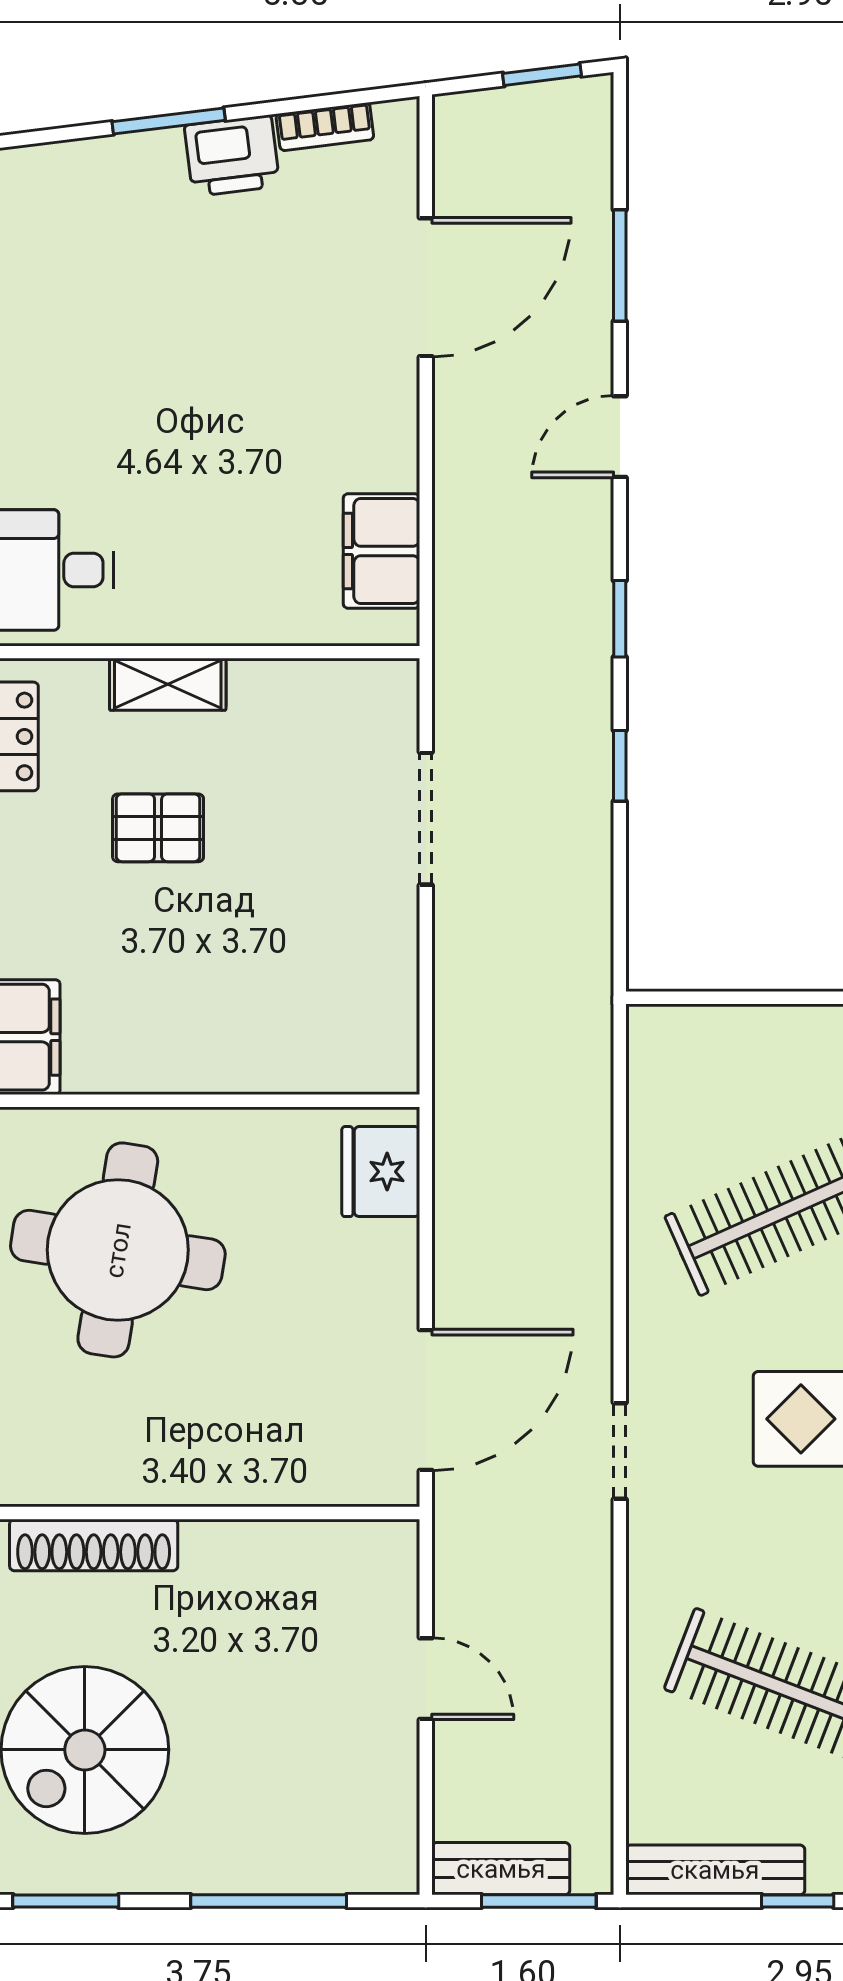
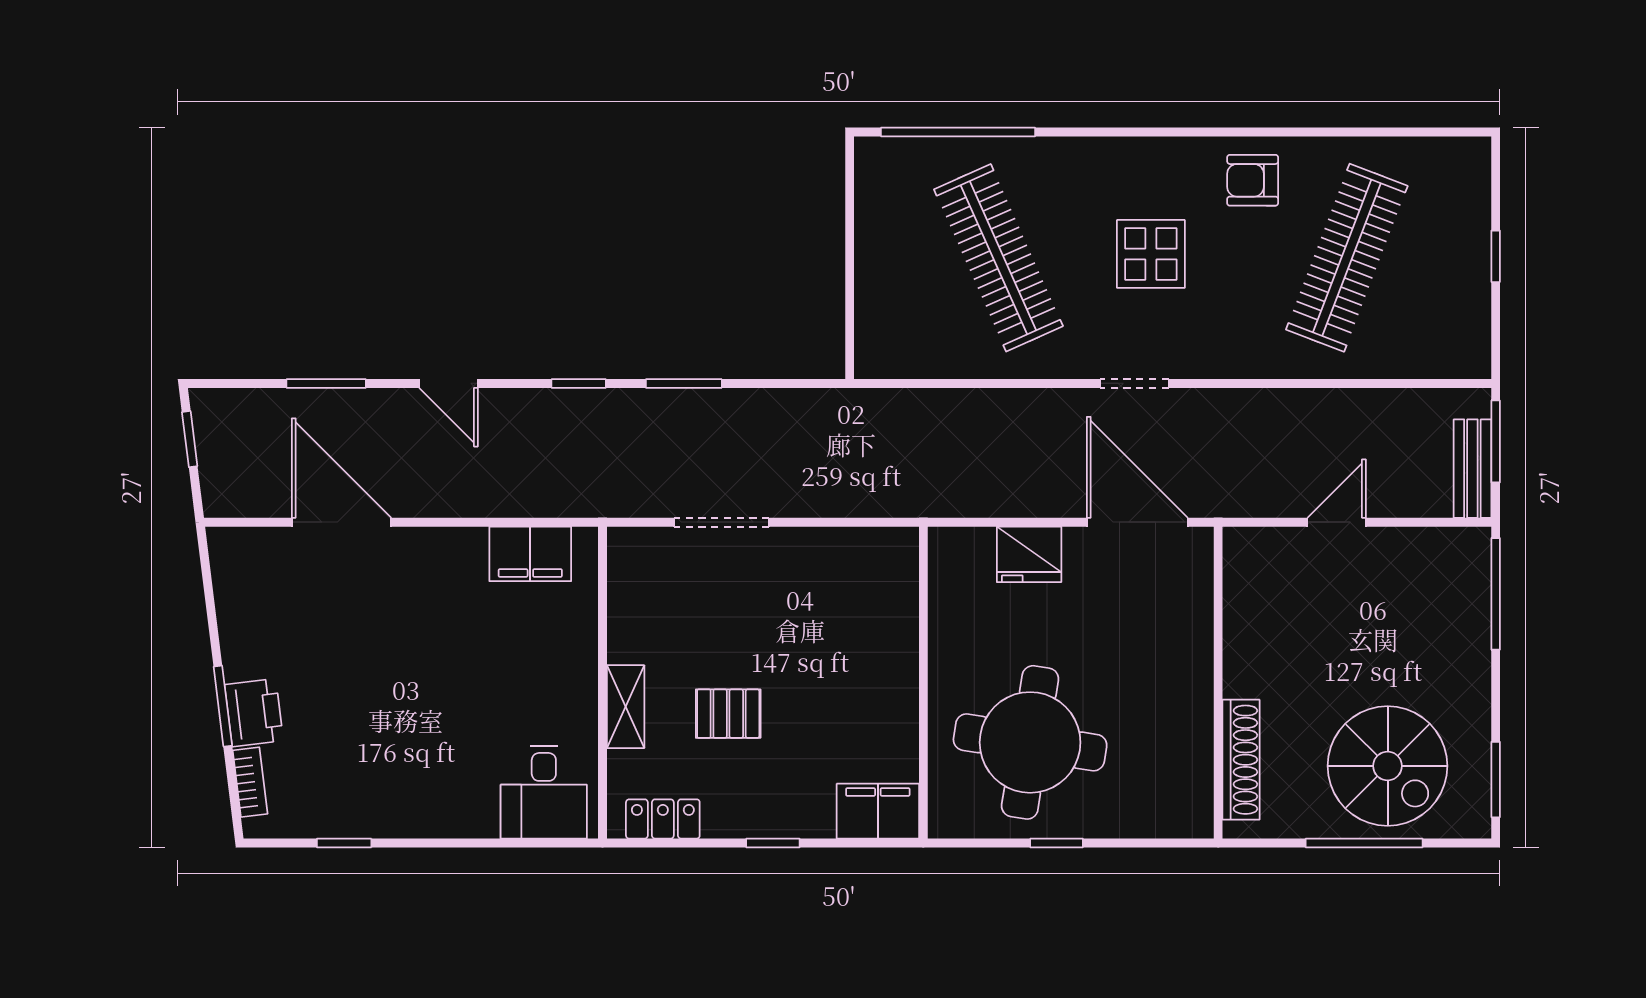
bookcase: (325, 127) -> (250, 782), moved
printer: (232, 156) -> (254, 713), moved
window: (620, 766) -> (684, 383), width x1.50
pallet: (158, 828) -> (728, 714), turned 90
fridge: (381, 1172) -> (1029, 554), moved
doorway: (620, 1451) -> (1134, 383), moved
bench: (715, 1870) -> (1473, 315), removed
window: (269, 1901) -> (1496, 594), moved

